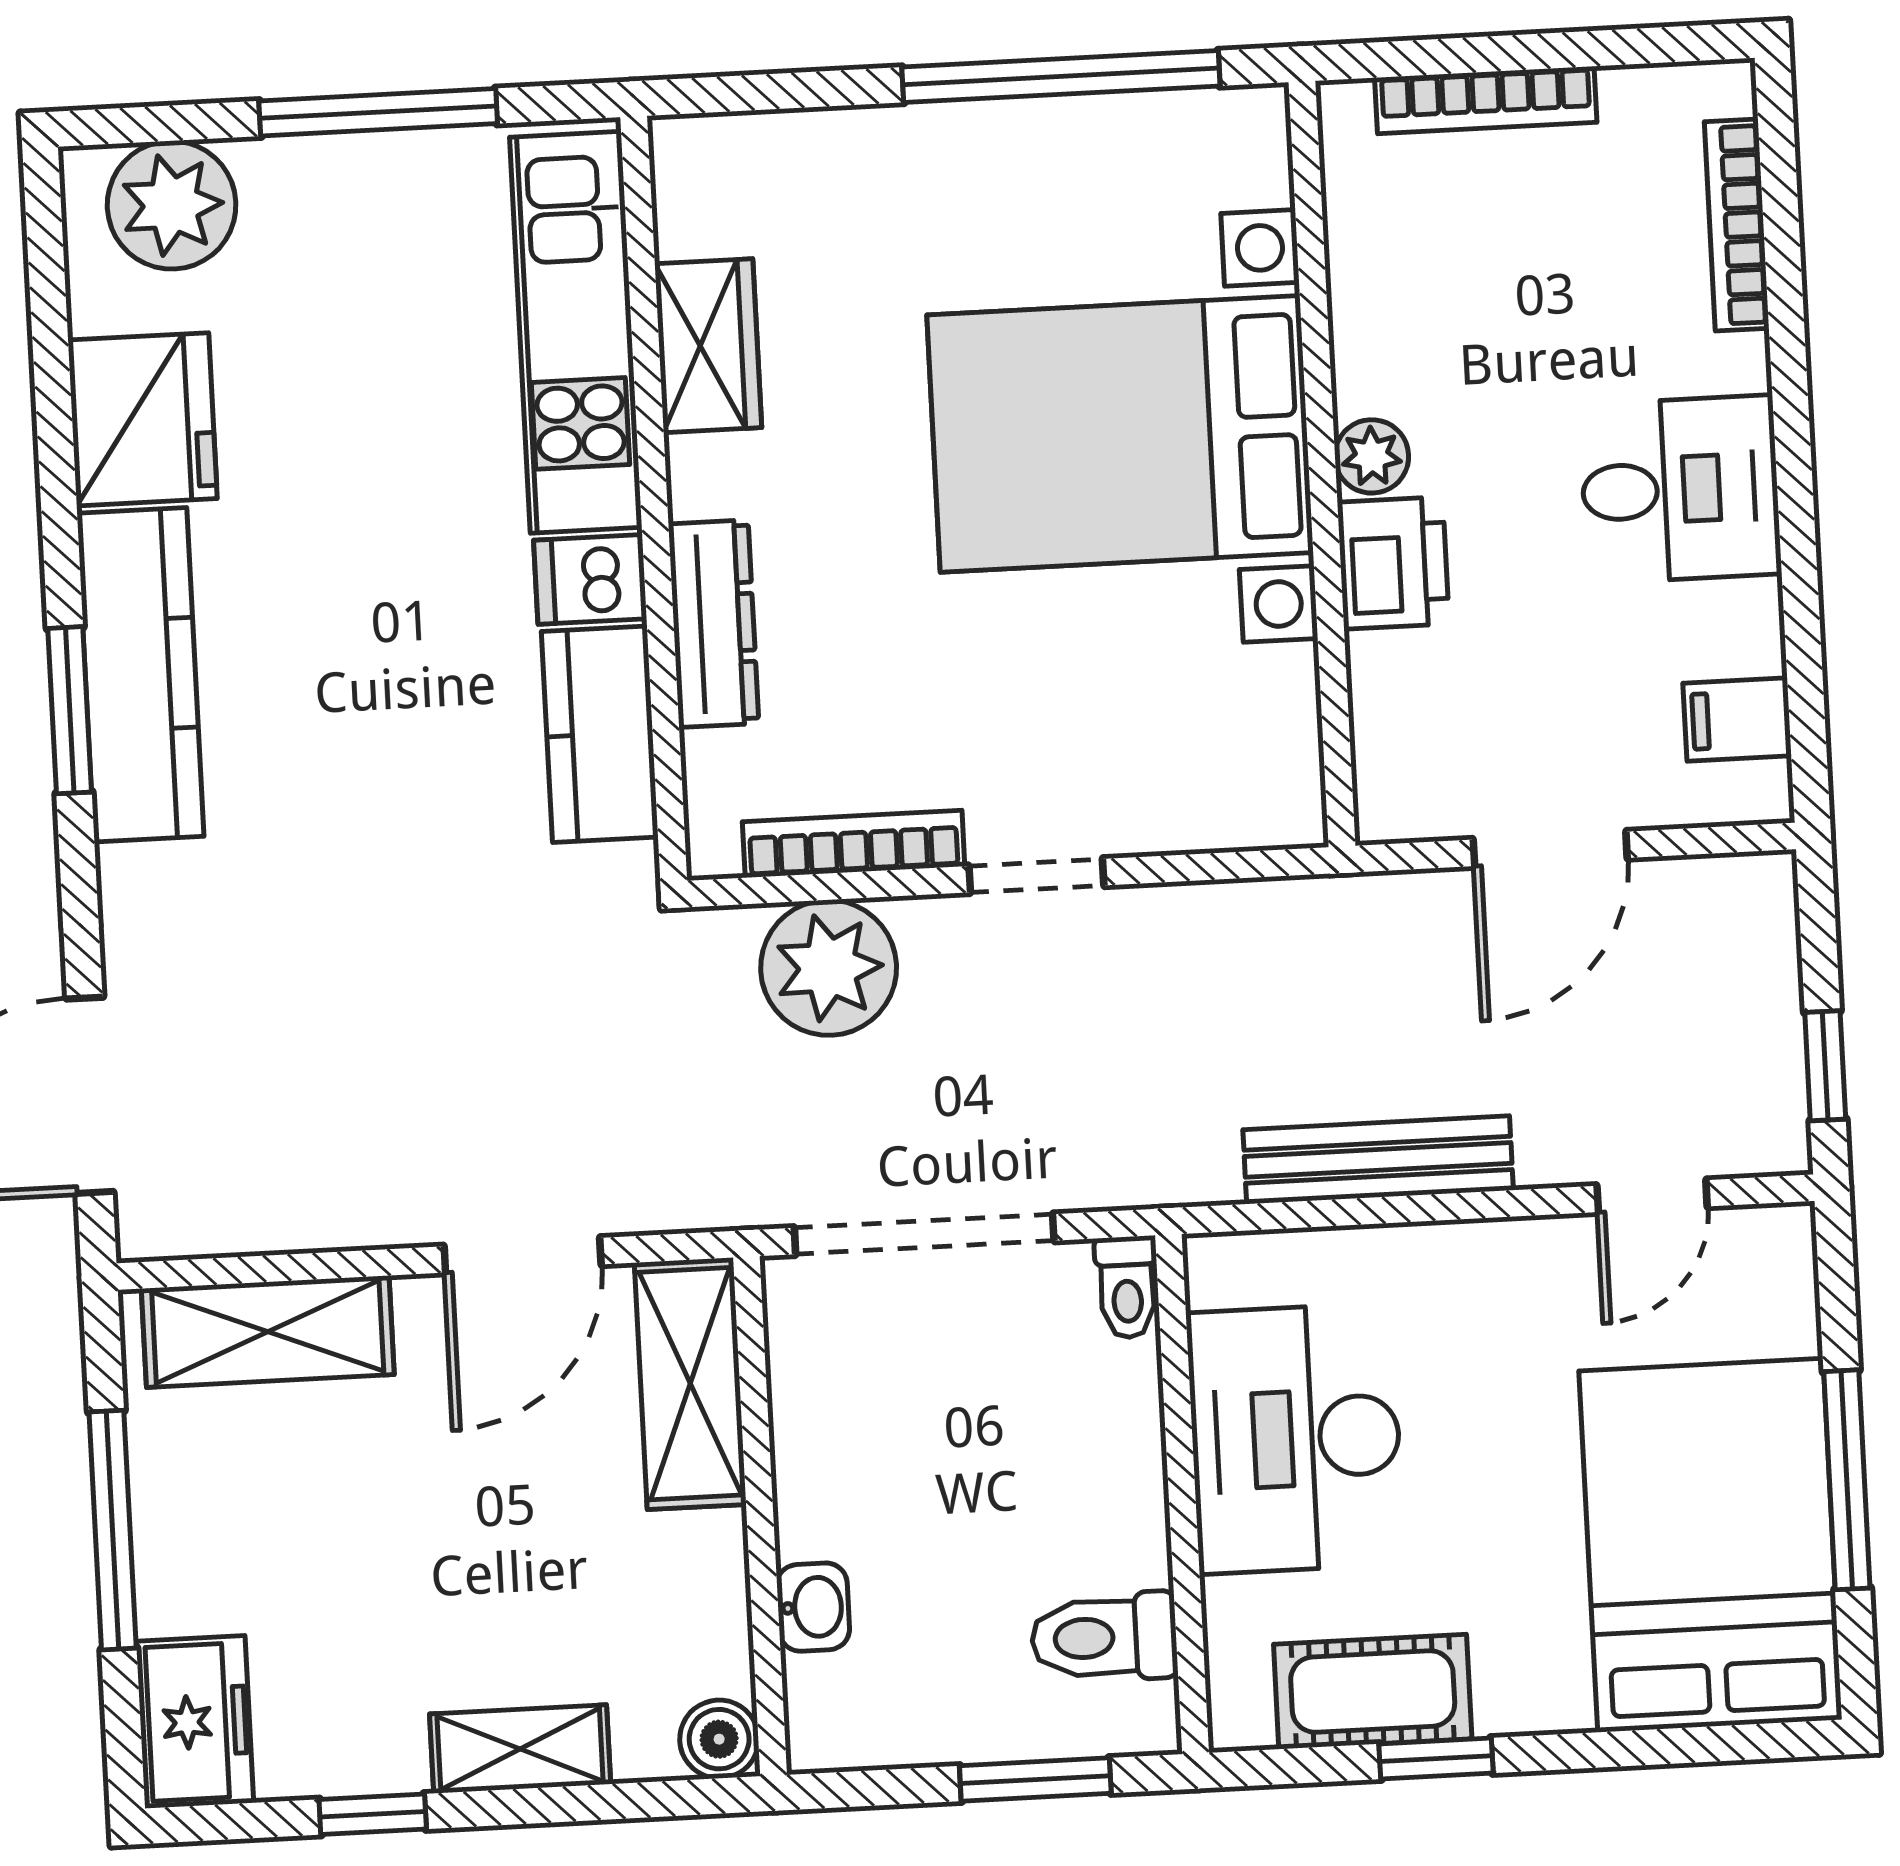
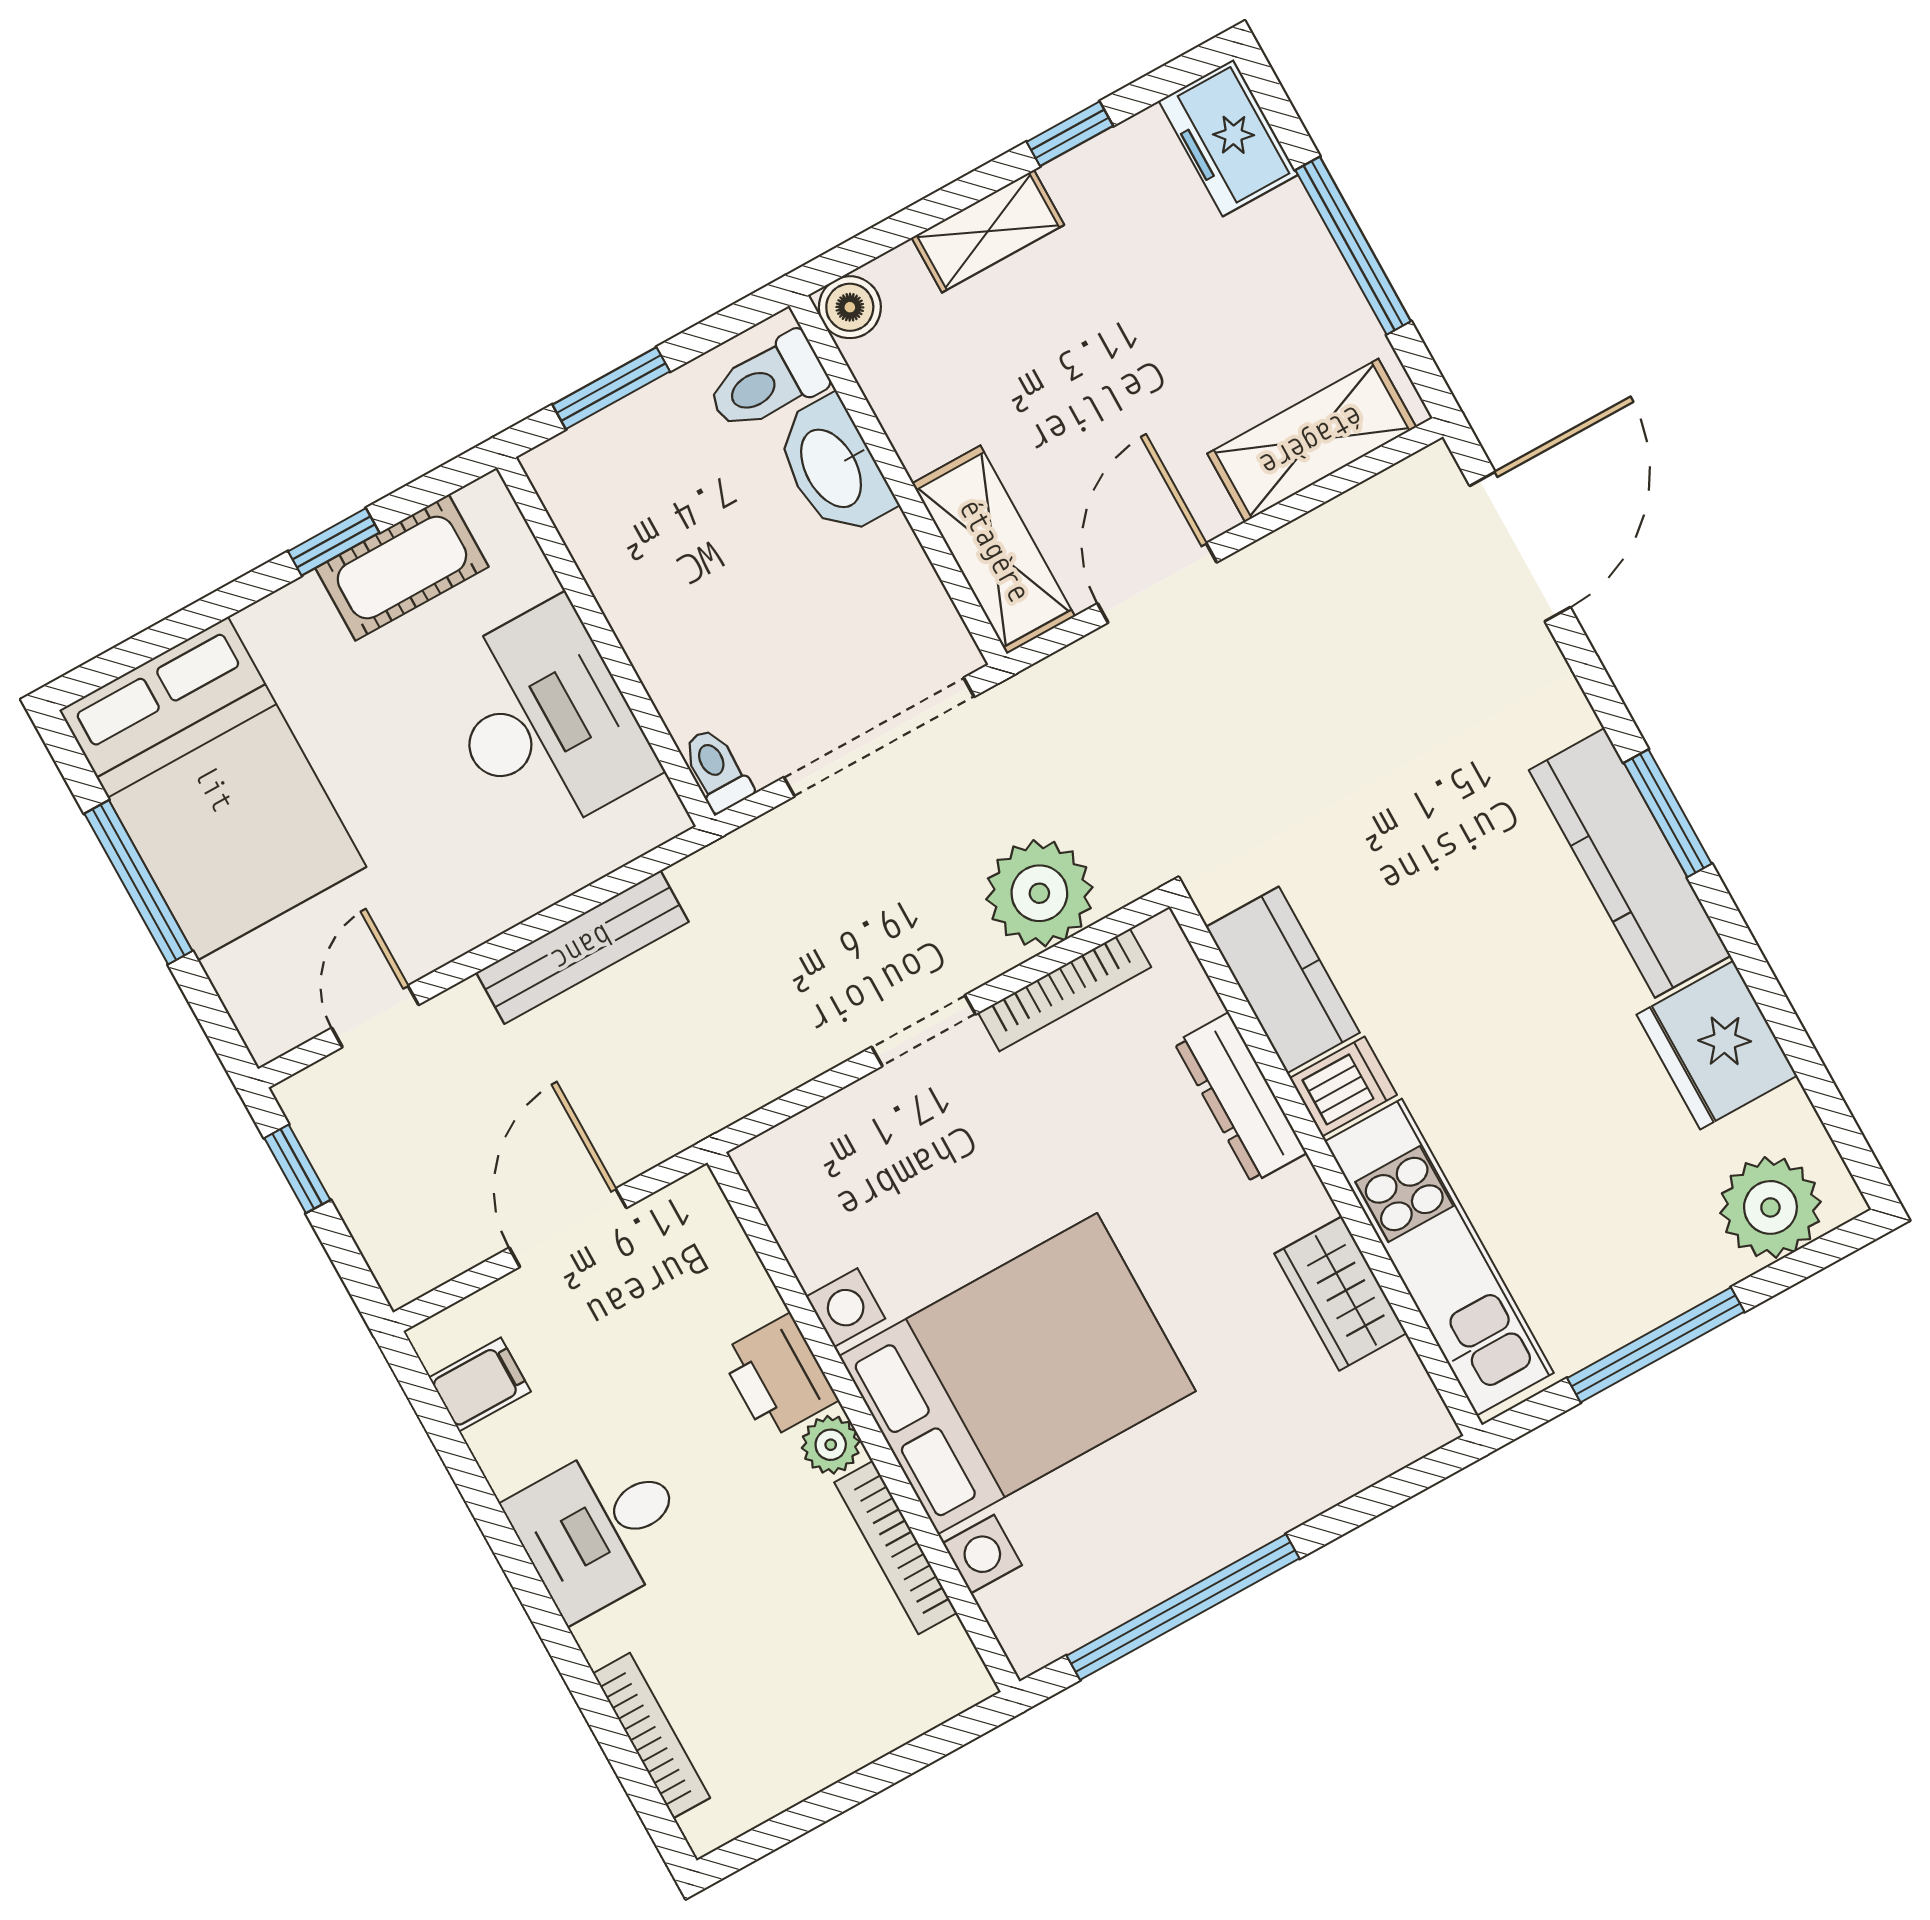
bookcase: (1486, 100) -> (896, 1548), moved, turned -90
washbasin: (813, 1607) -> (833, 467), width x1.91, depth x1.45
toilet: (1104, 1637) -> (767, 383), moved, turned 180

